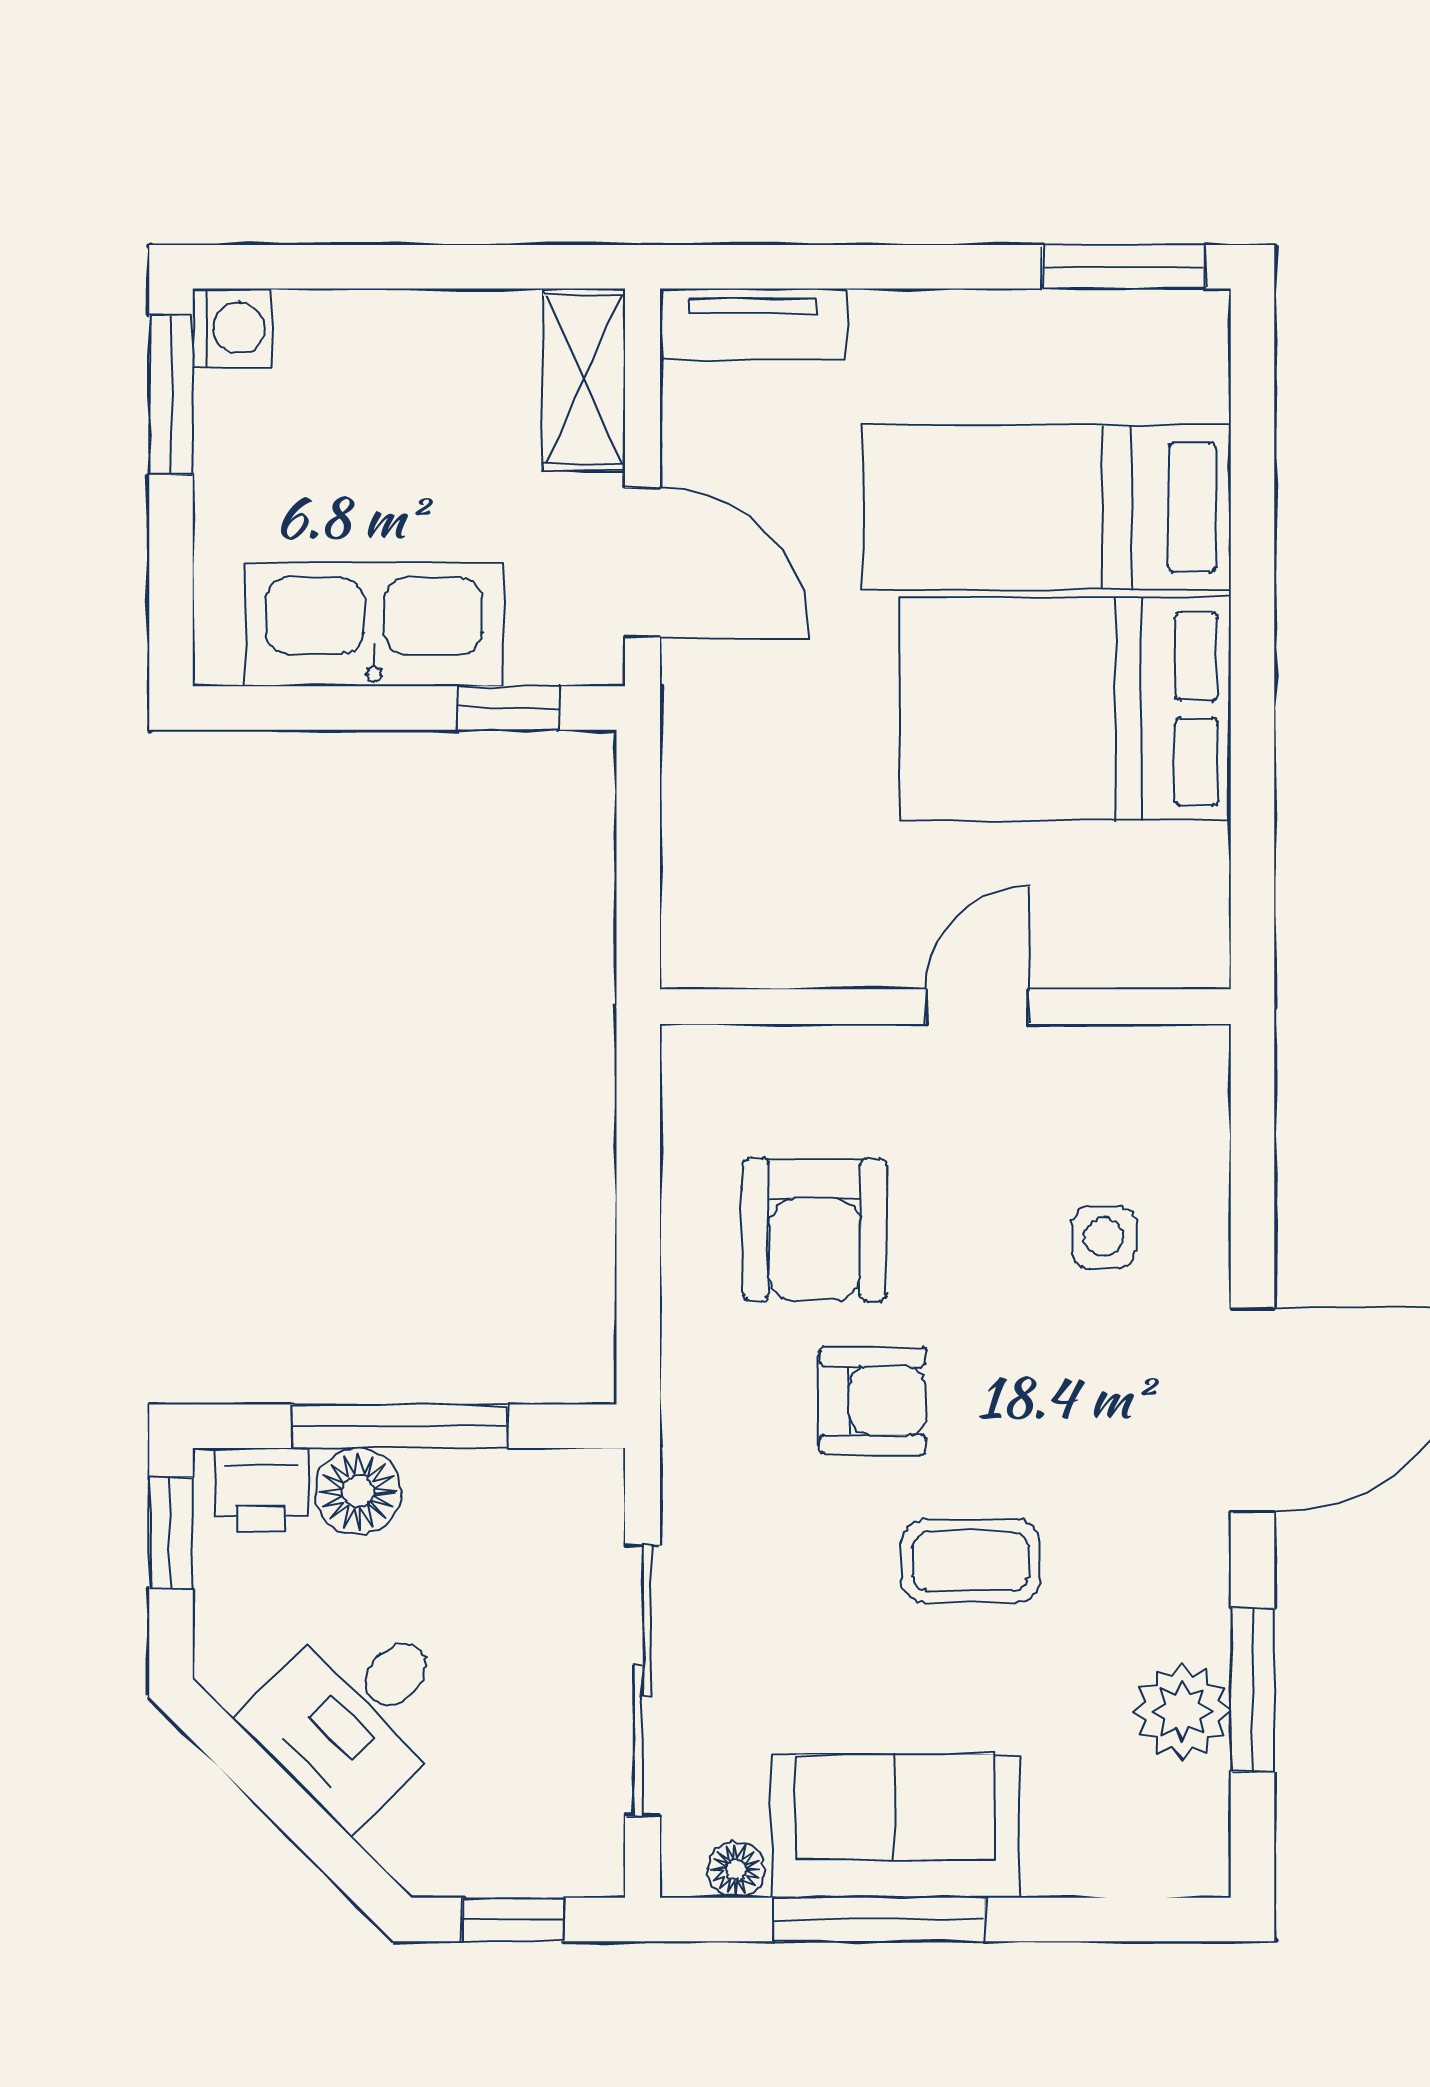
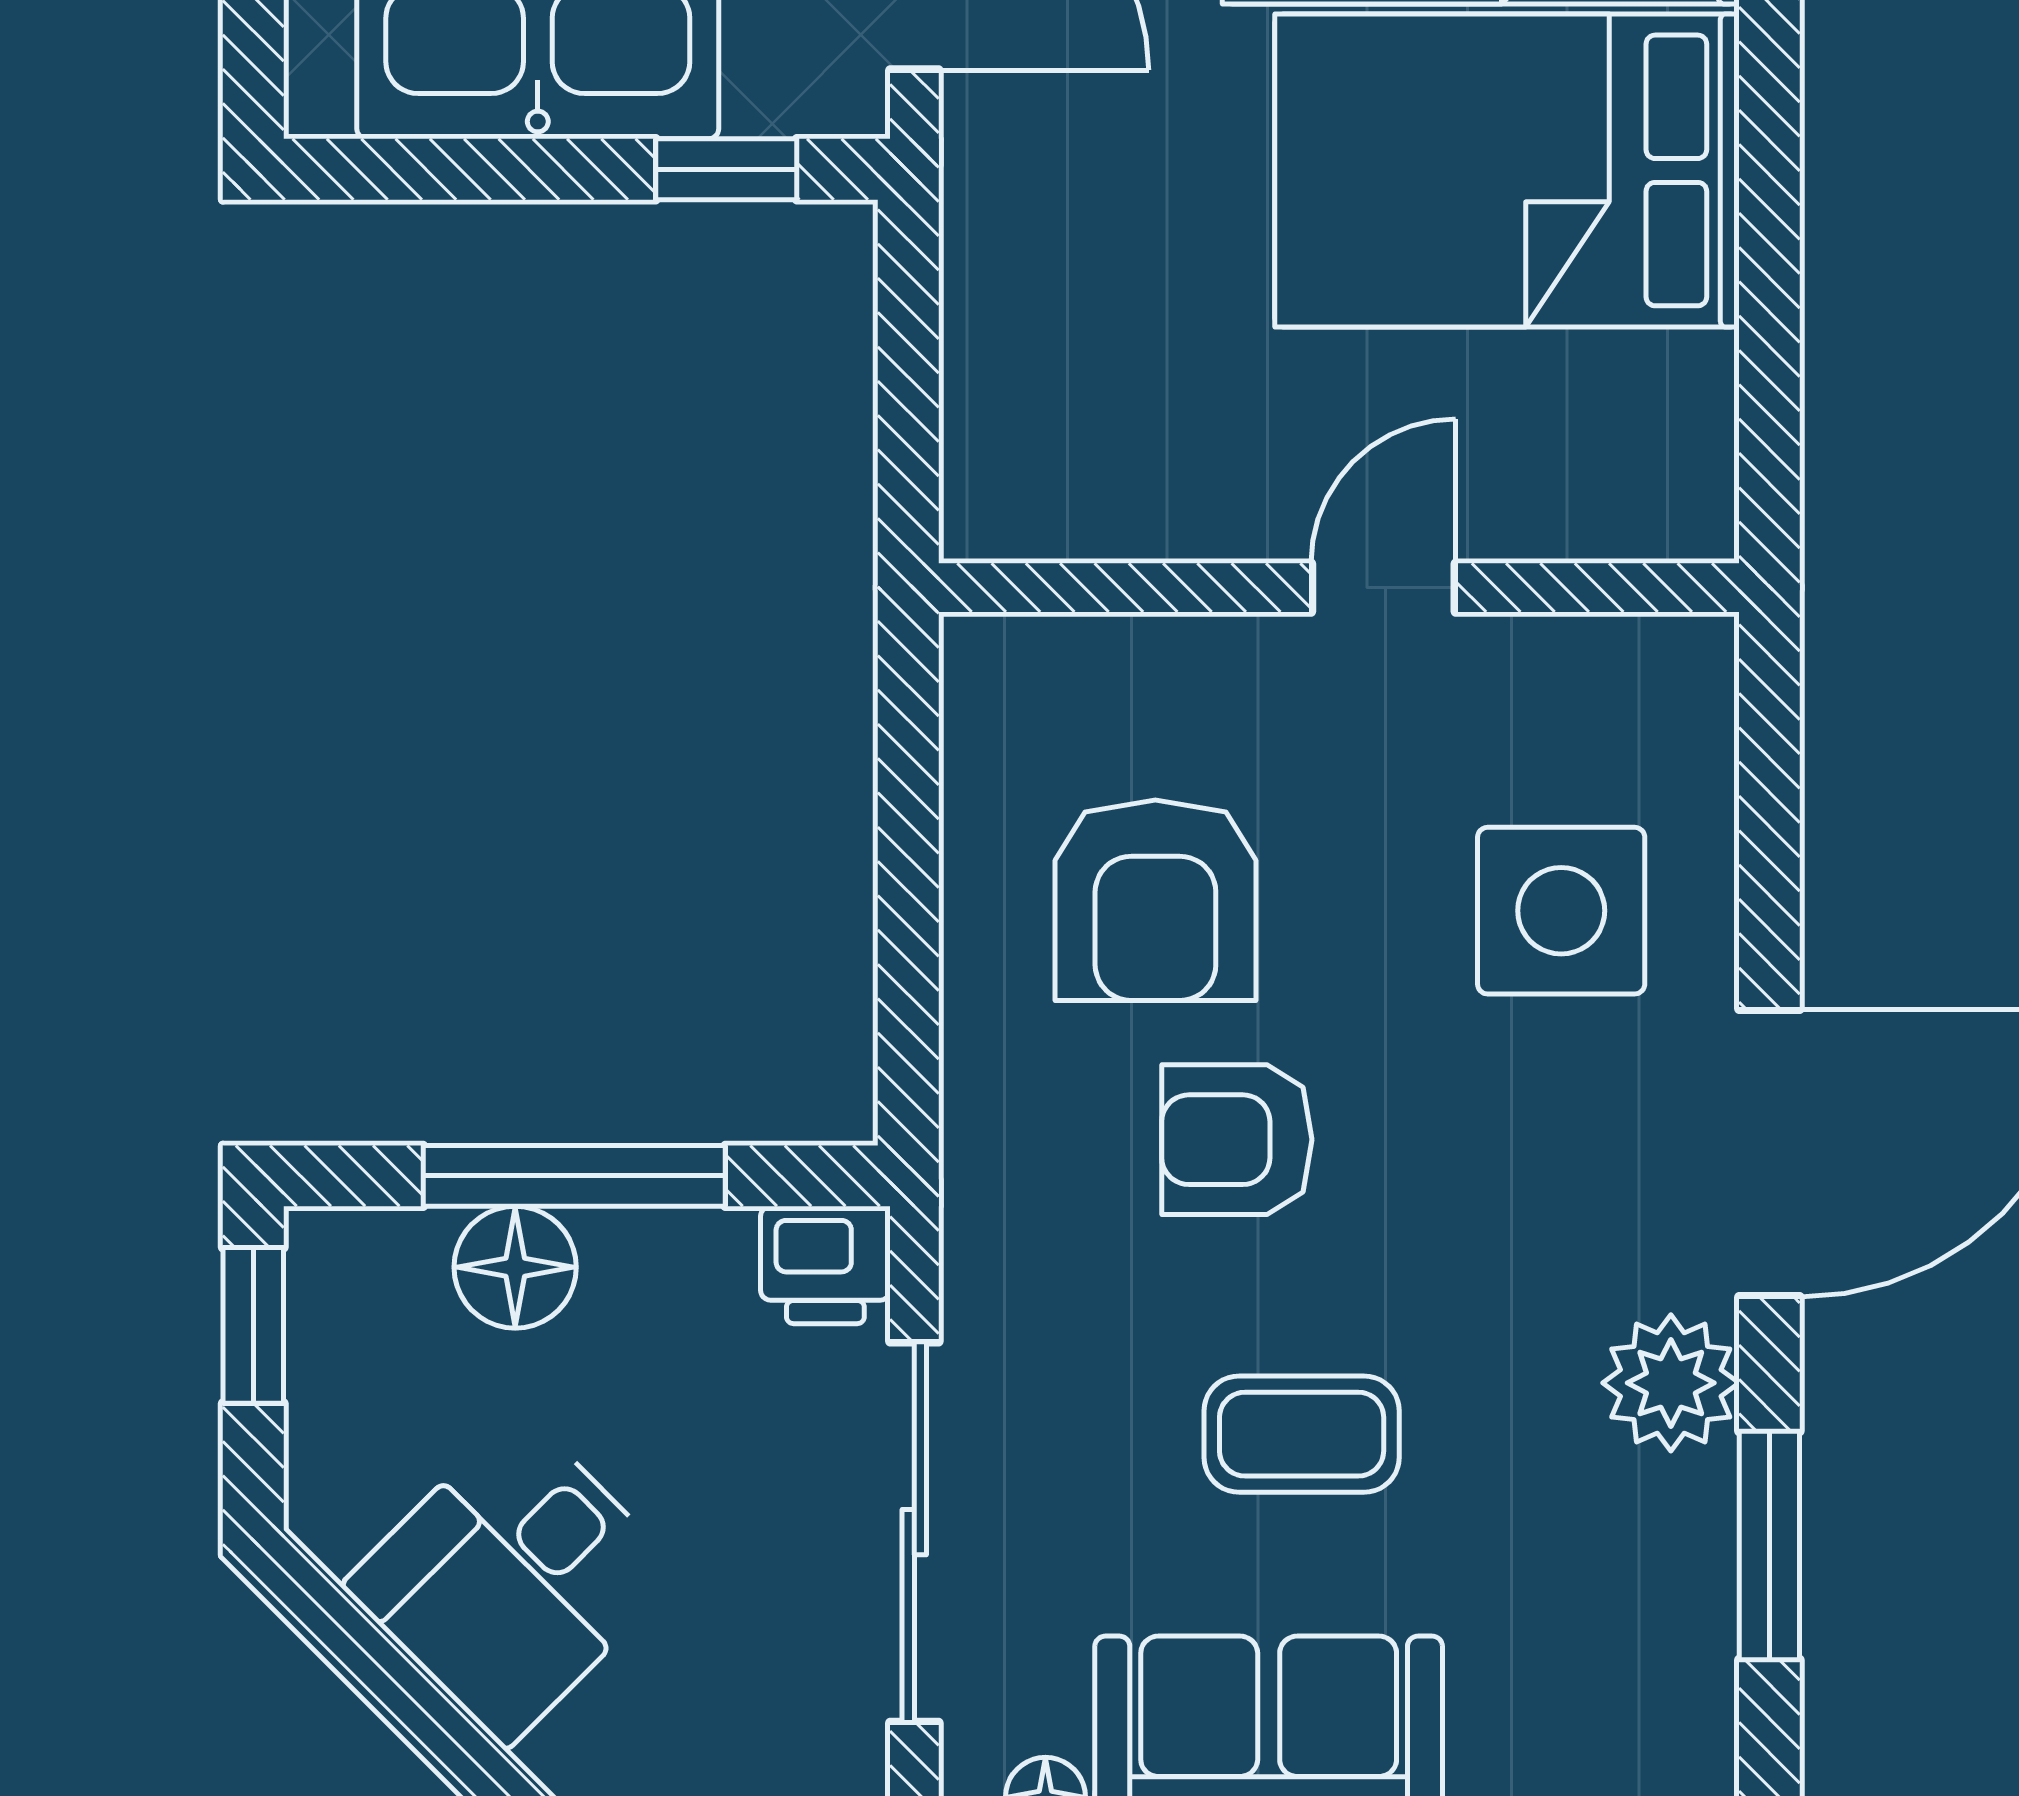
side table: (1104, 1237) -> (1561, 911), width x1.87, depth x1.87
armchair: (873, 1400) -> (1237, 1140), turned 180
printer: (261, 1490) -> (825, 1265), moved
coffee table: (971, 1561) -> (1302, 1434), moved
plant: (1182, 1711) -> (1671, 1383), moved

